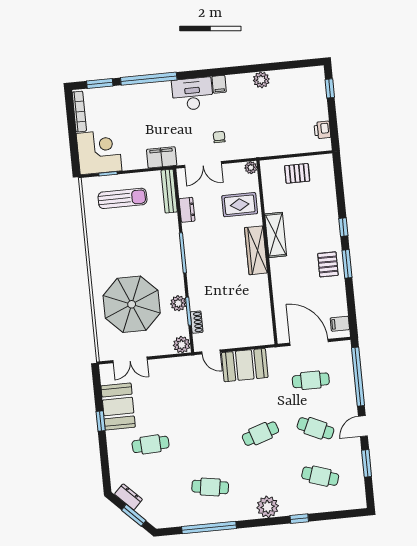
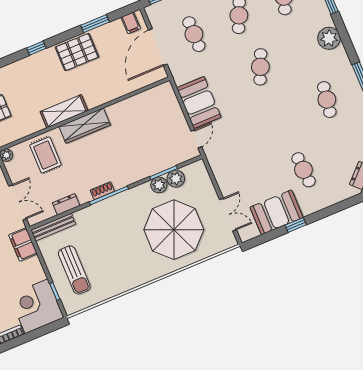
sun lounger: (122, 198) -> (74, 270), turned 180
pallet: (328, 264) -> (77, 52), width x1.50, depth x1.42
window: (347, 264) -> (95, 24), moved
shoe rack: (197, 322) -> (102, 191), moved
plant: (182, 345) -> (176, 179), moved
cafe table: (260, 434) -> (260, 67), turned 42

